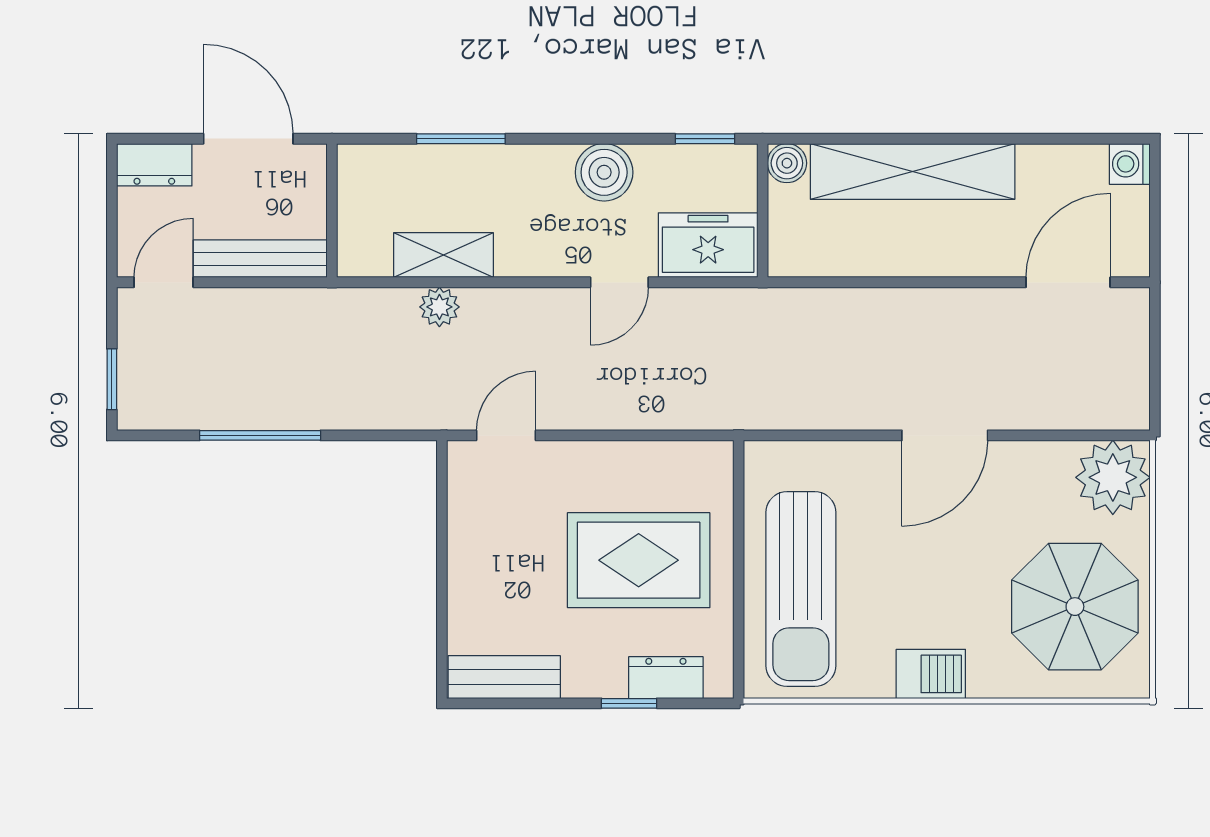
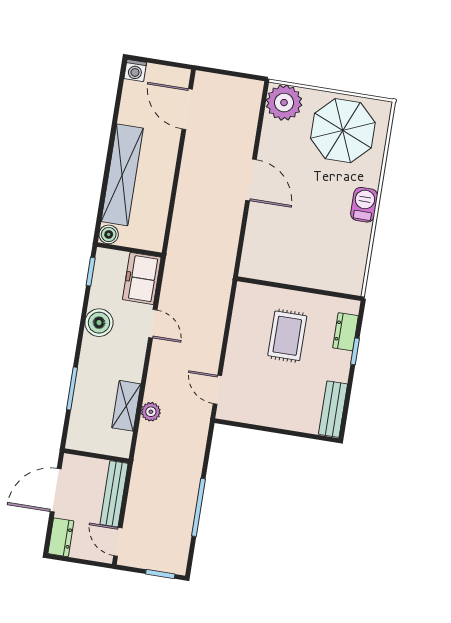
rug: (639, 560) -> (287, 336), width x0.73, depth x0.70
sun lounger: (801, 589) -> (313, 260), removed

